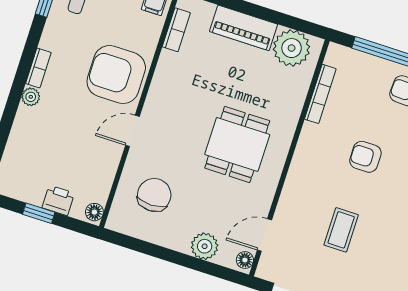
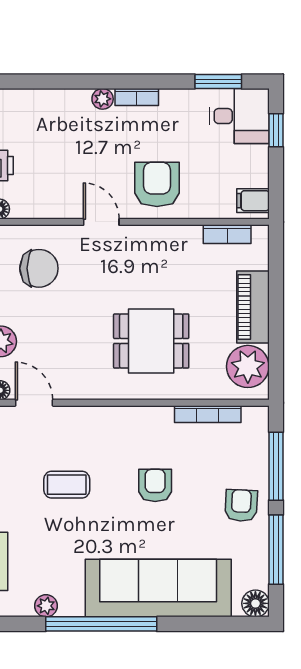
armchair: (116, 75) -> (157, 184), width x0.73, depth x0.73
dining table: (237, 144) -> (151, 341), moved

